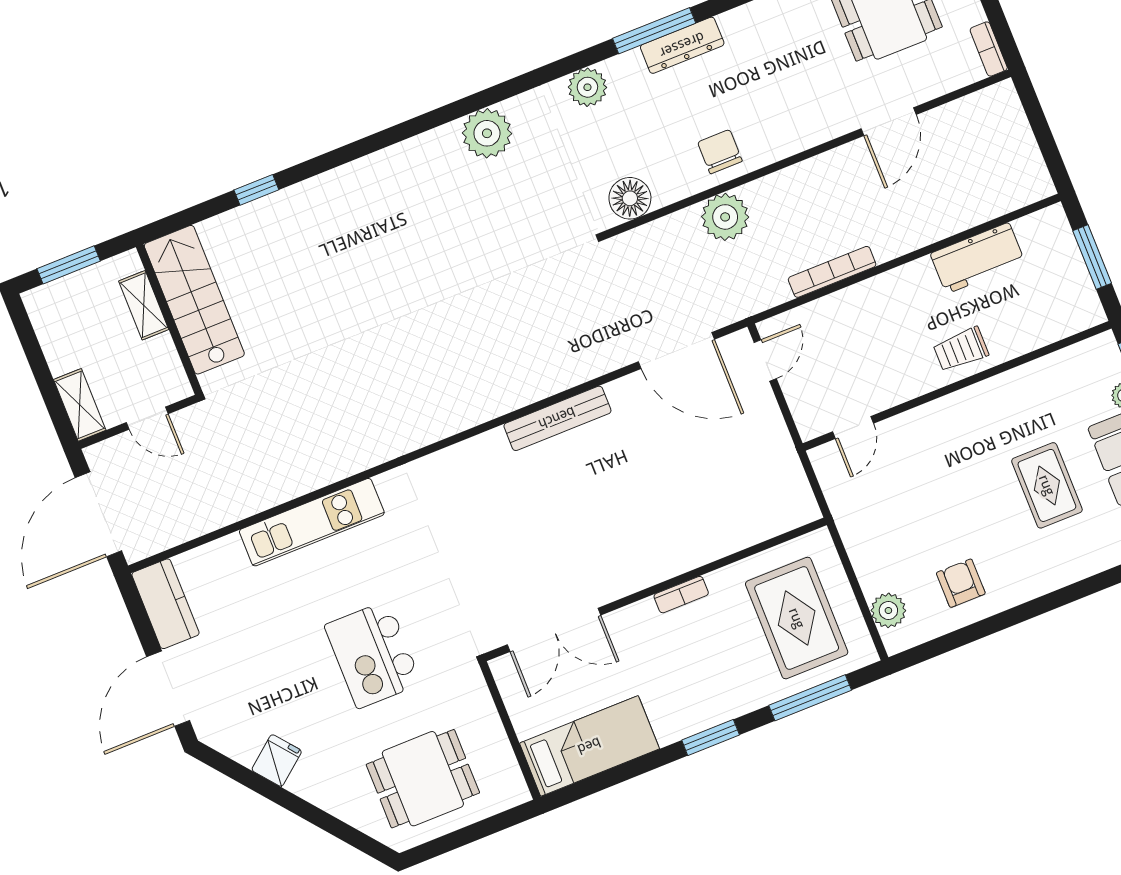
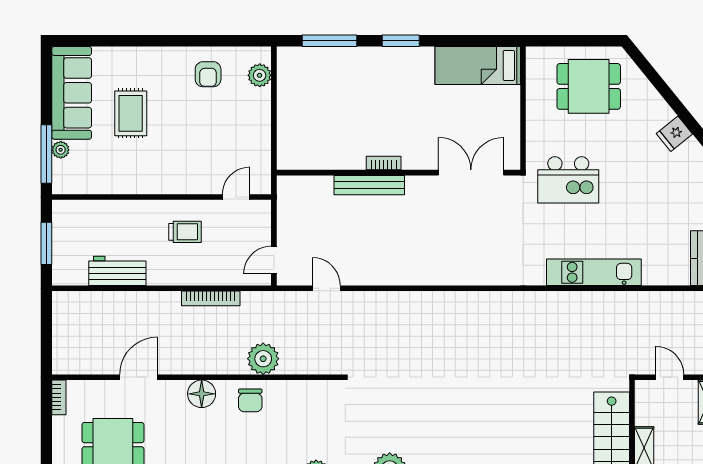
floor lamp: (630, 198) -> (202, 394), moved
trolley: (961, 349) -> (185, 232), moved
door: (676, 351) -> (326, 288), width x0.53
bench: (557, 418) -> (369, 185), moved
wall: (655, 589) -> (398, 173), moved
bookcase: (681, 595) -> (384, 163), moved
rug: (797, 618) -> (318, 93), removed
double door: (554, 630) -> (471, 173), moved
kitchen island: (373, 655) -> (568, 180), moved, turned 90

